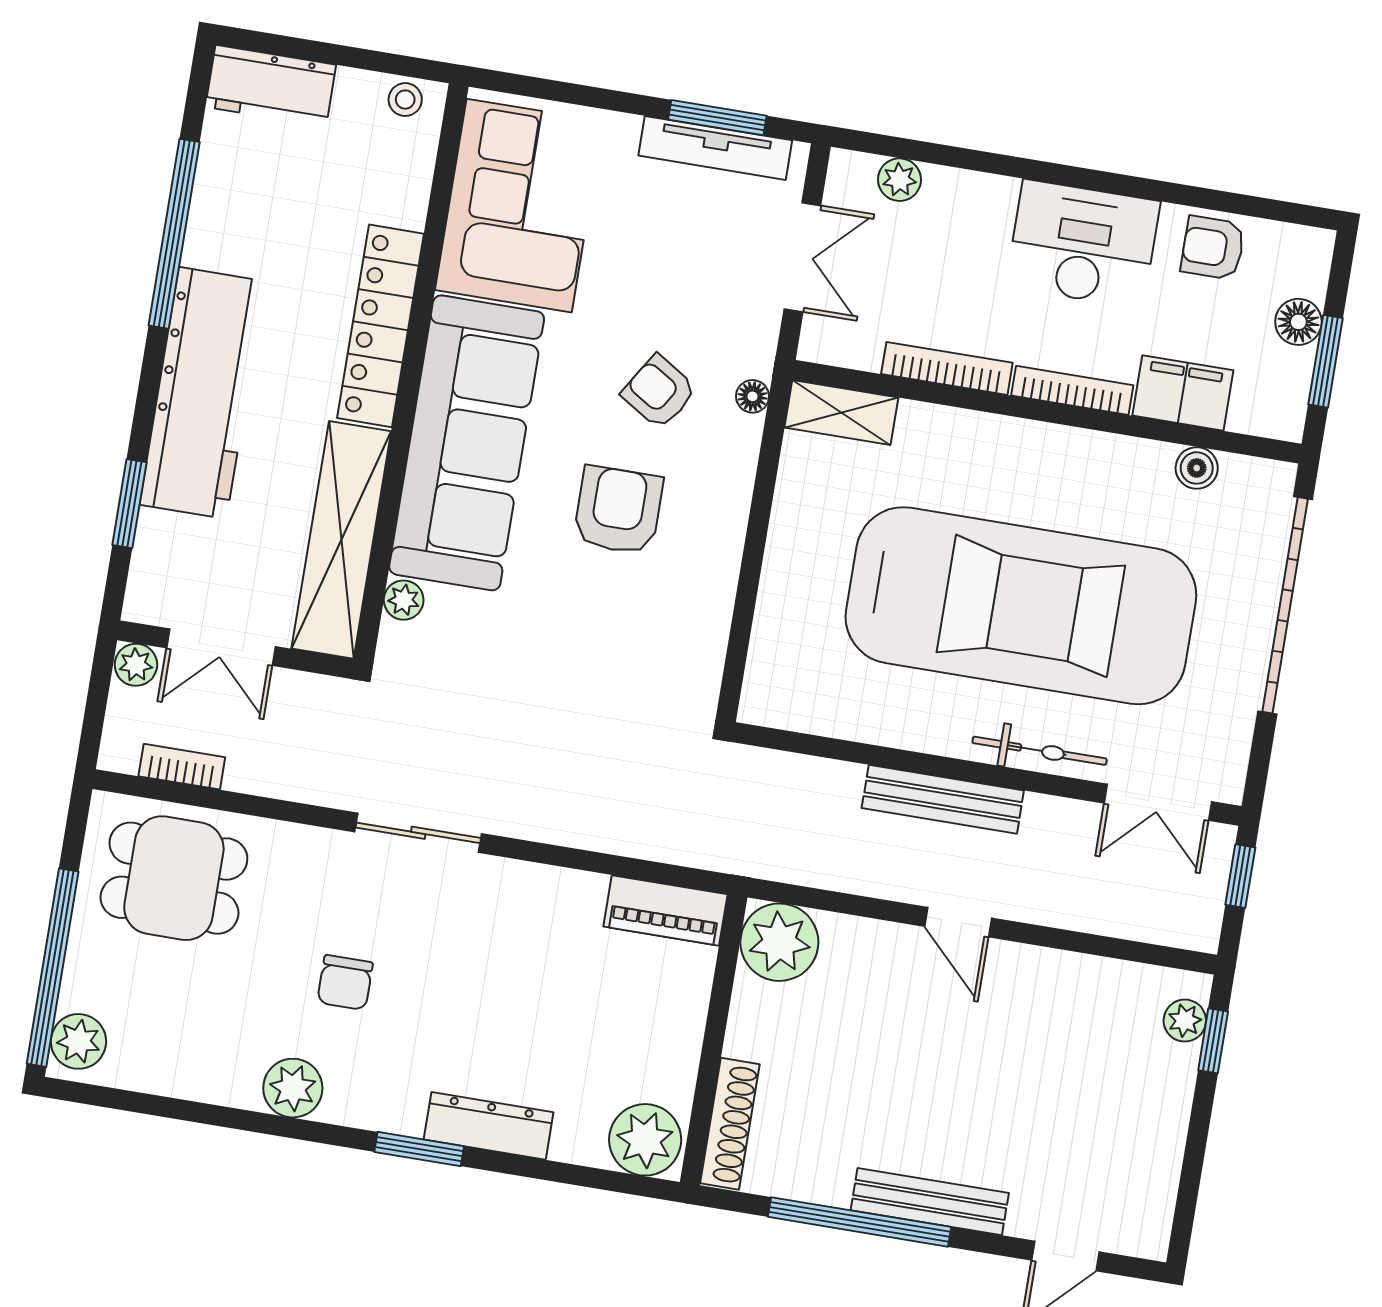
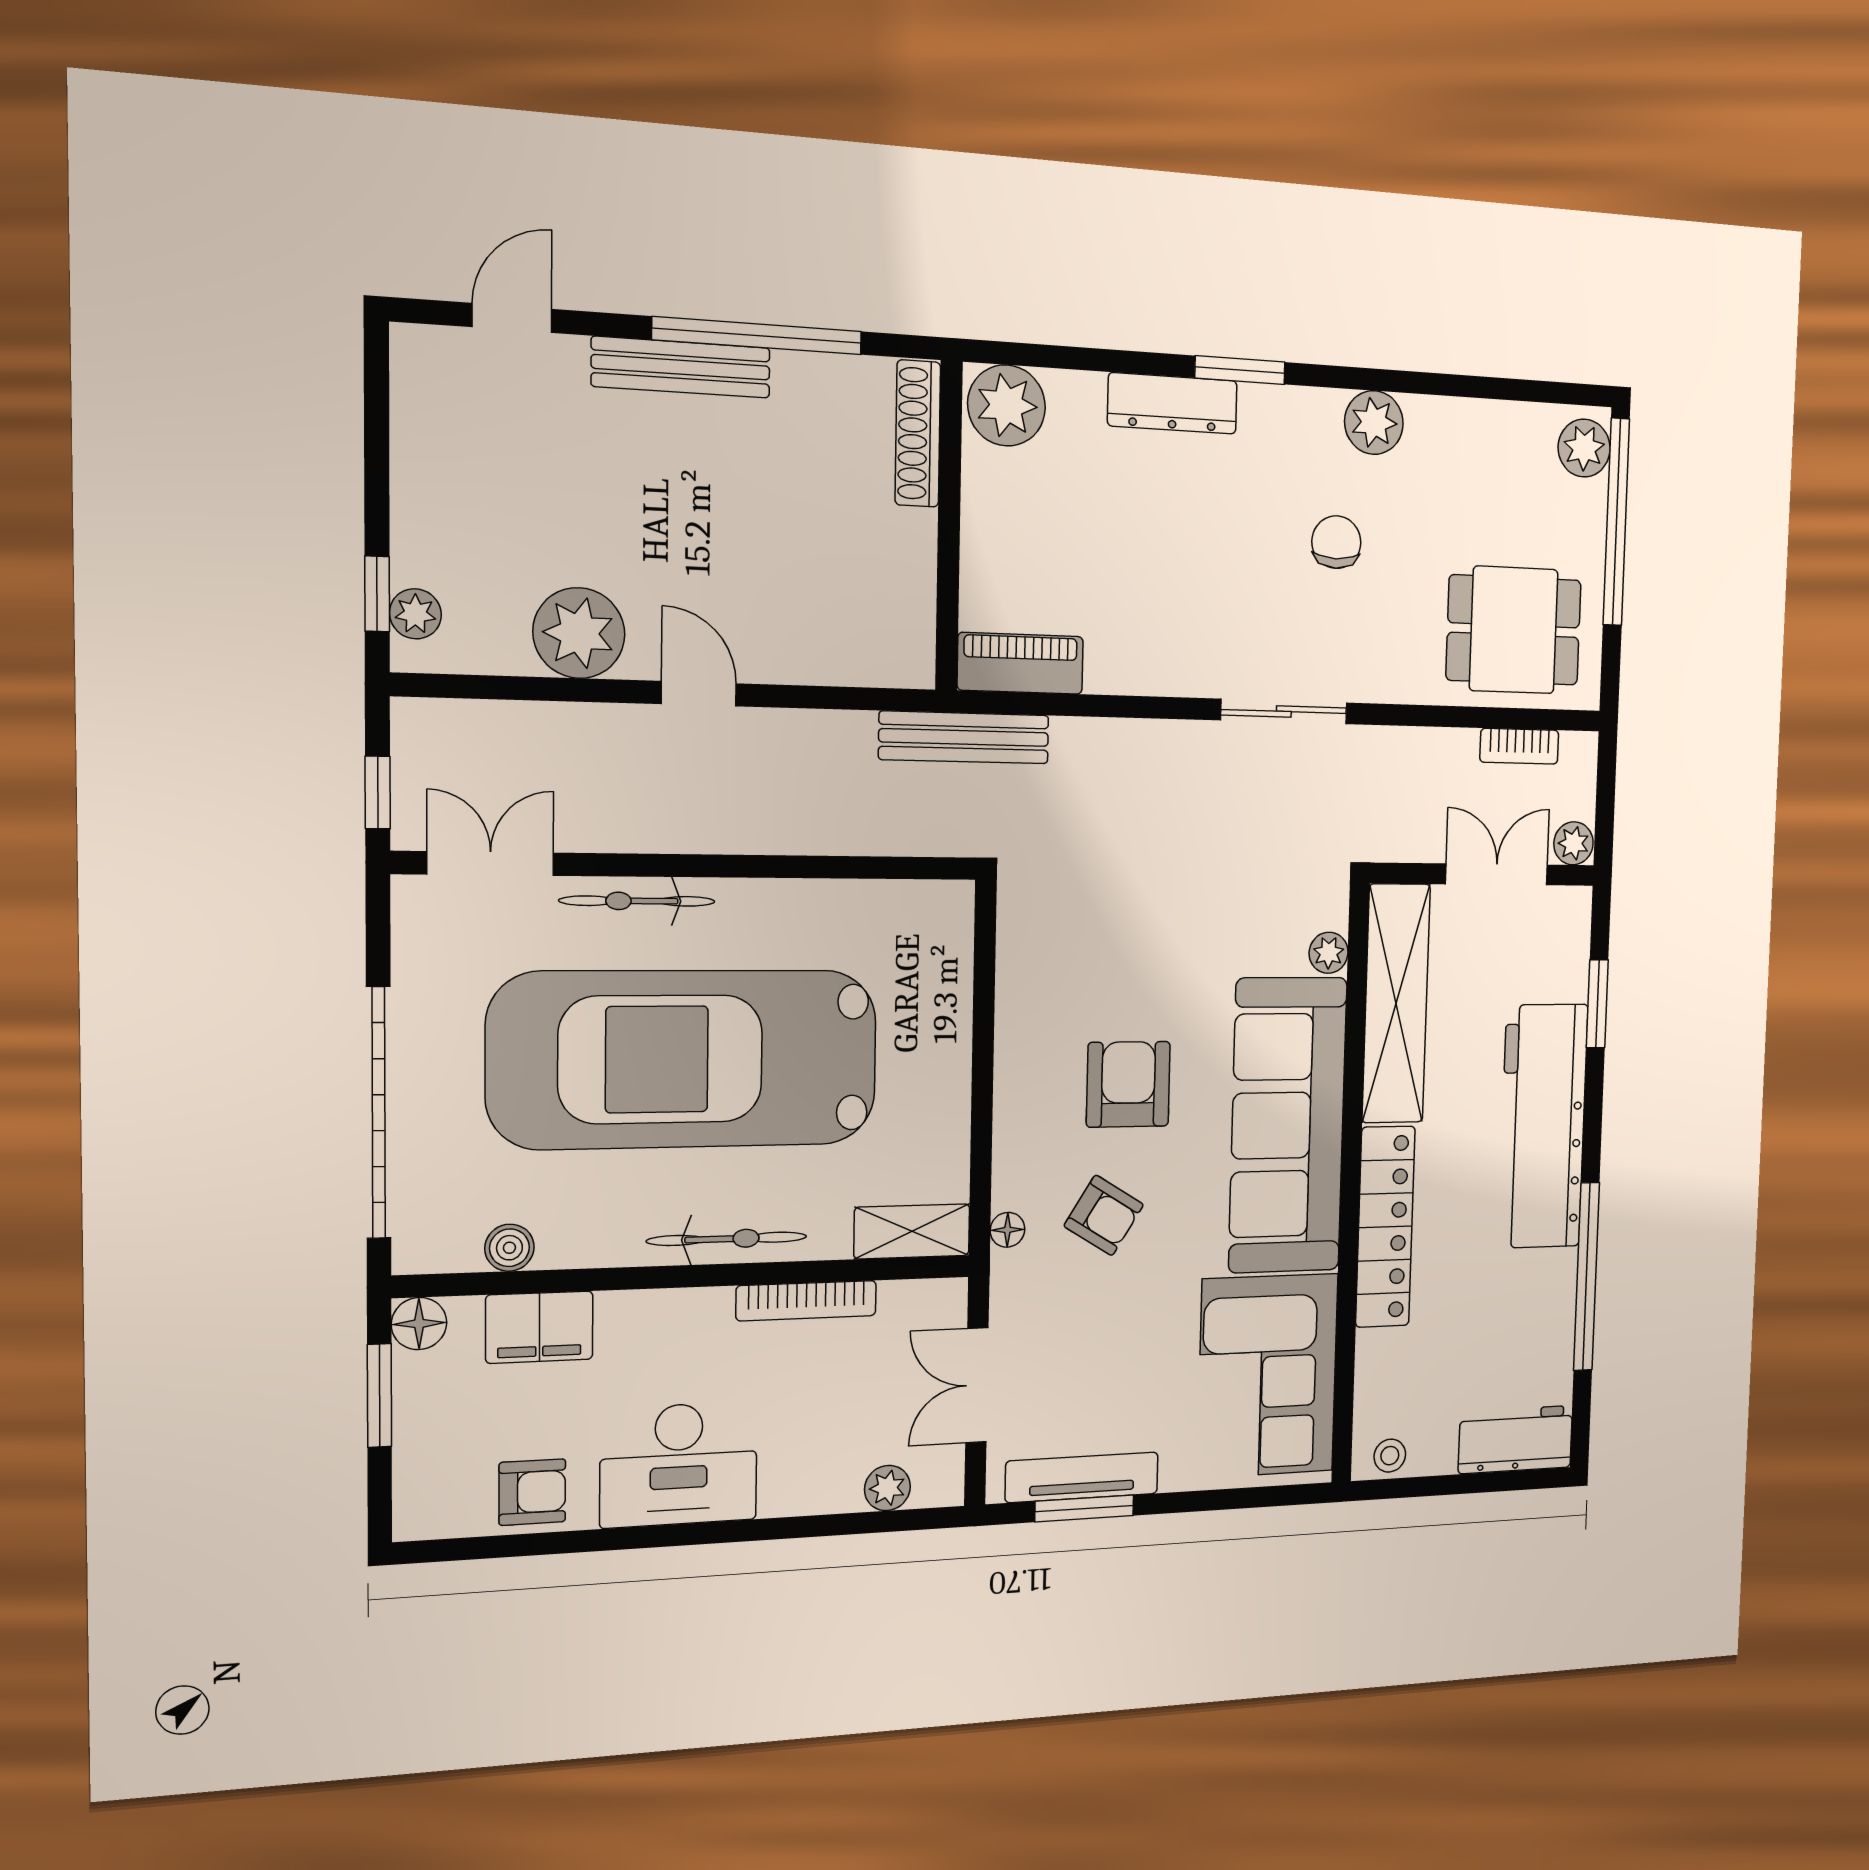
floor lamp: (1298, 322) -> (419, 1324), moved
bookcase: (1072, 390) -> (665, 1305), removed
bicycle: (1009, 439) -> (727, 1239), added
armchair: (618, 510) -> (1128, 1084), turned 180
bench: (943, 799) -> (964, 737), moved
plant: (779, 942) -> (579, 633), moved

